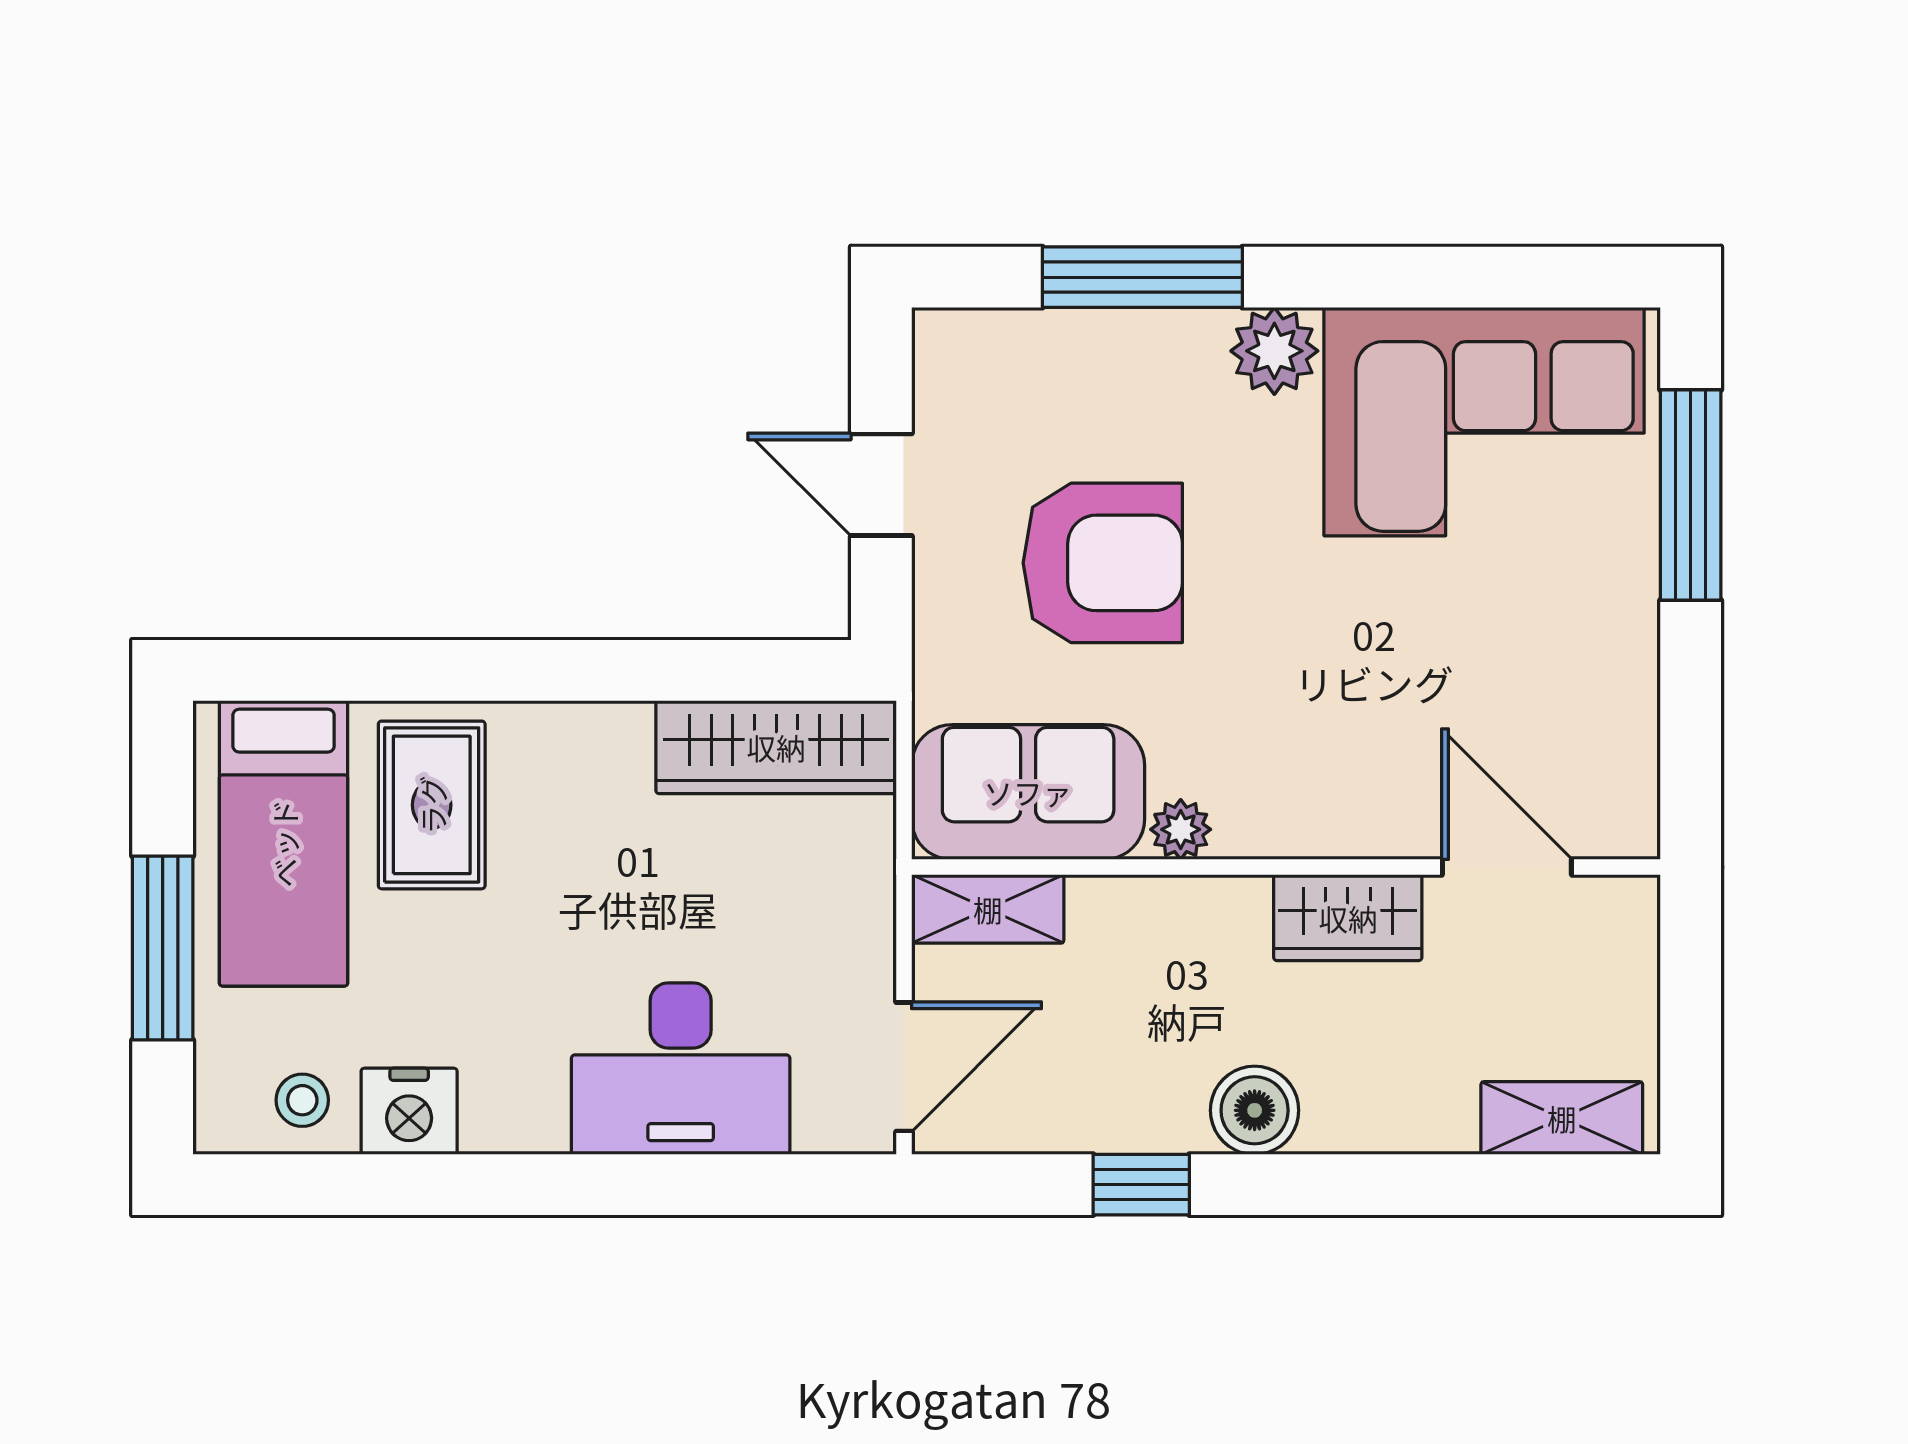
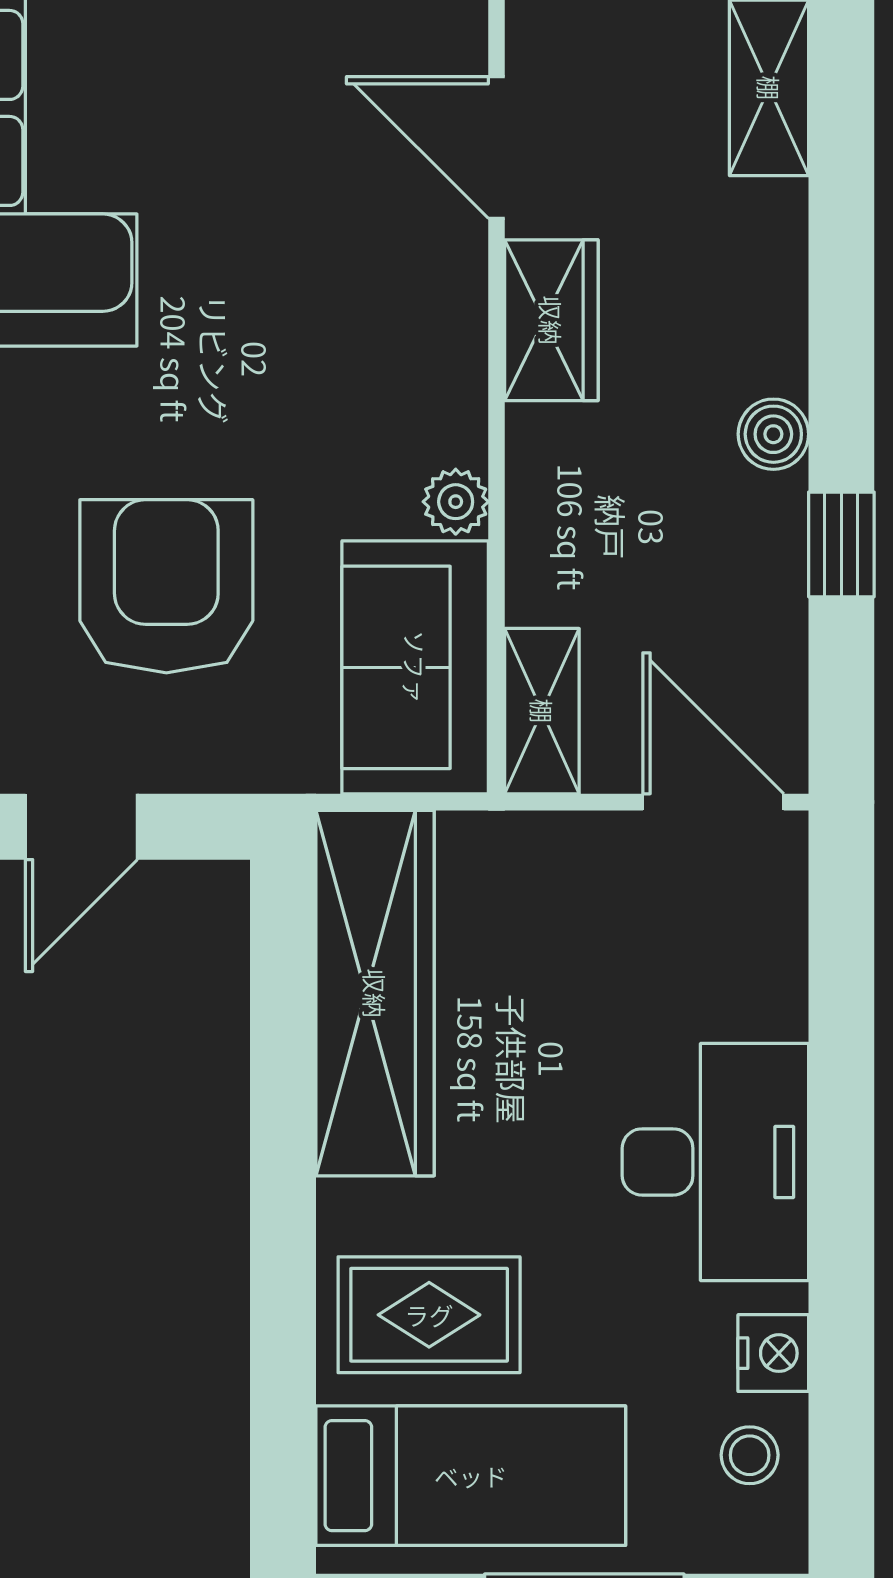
wardrobe: (776, 747) -> (375, 993), width x1.40, depth x1.17
door: (1507, 867) -> (496, 147), hinge flipped
desk: (681, 1069) -> (715, 1162), moved
boiler: (1255, 1110) -> (773, 434), width x0.73, depth x0.73
nightstand: (409, 1111) -> (773, 1353), width x0.74, depth x0.75

